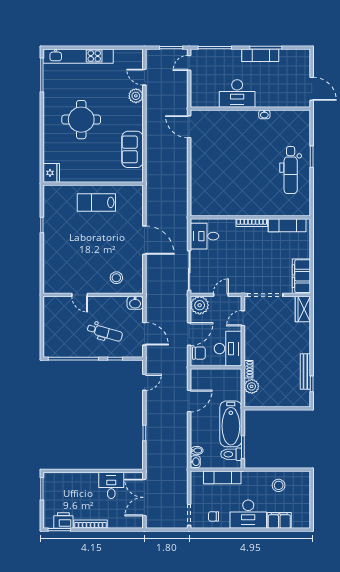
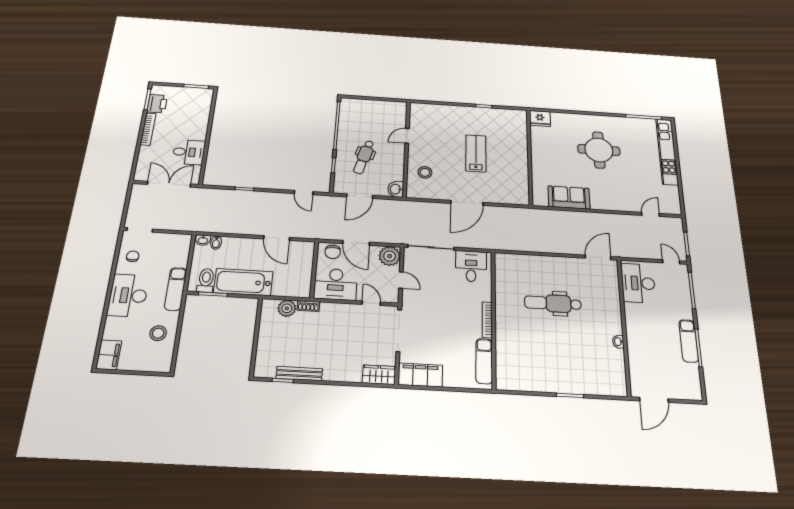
desk: (237, 94) -> (638, 283), moved
plant: (136, 96) -> (629, 205), removed
dental chair: (291, 170) -> (553, 303), moved
lab bench: (96, 202) -> (476, 153), moved
exam couch: (222, 477) -> (176, 289), moved
filing cabinet: (279, 520) -> (109, 355), moved

